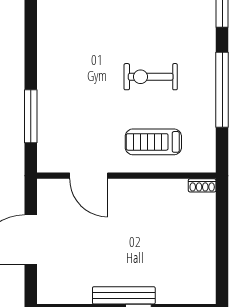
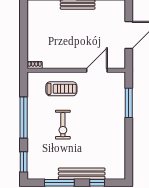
exercise bike: (151, 77) -> (63, 125), turned 90
door: (89, 176) -> (97, 70), hinge flipped

